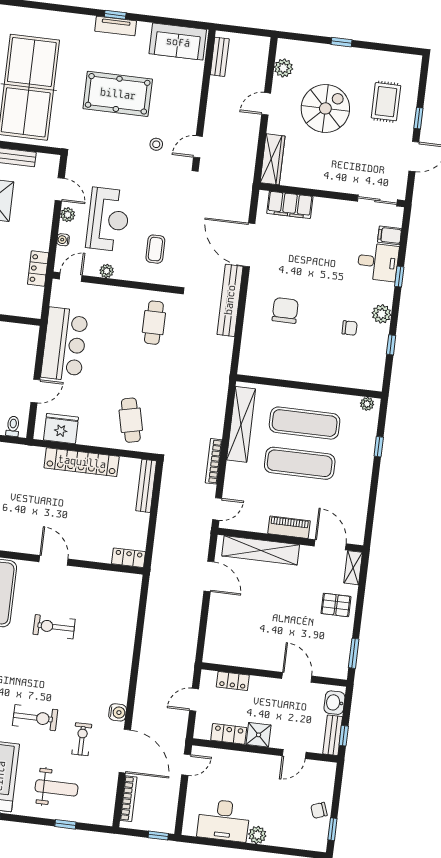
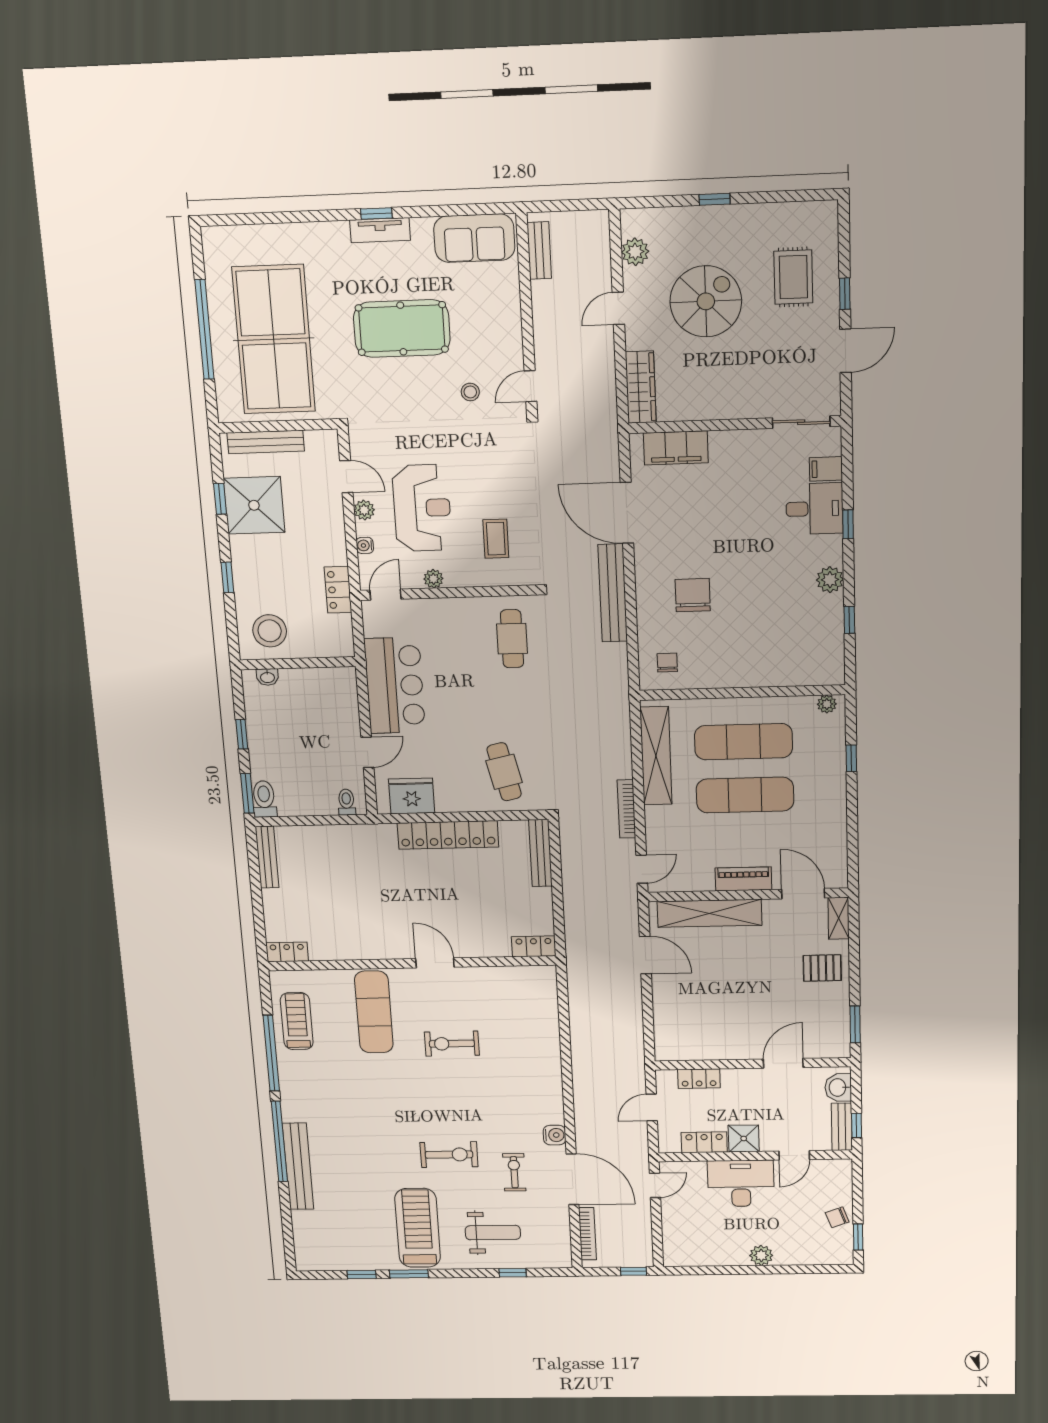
chair: (350, 328) -> (667, 663), moved, turned -90
door: (297, 677) -> (783, 1063), hinge flipped
desk: (224, 820) -> (741, 1183), moved, turned 180

